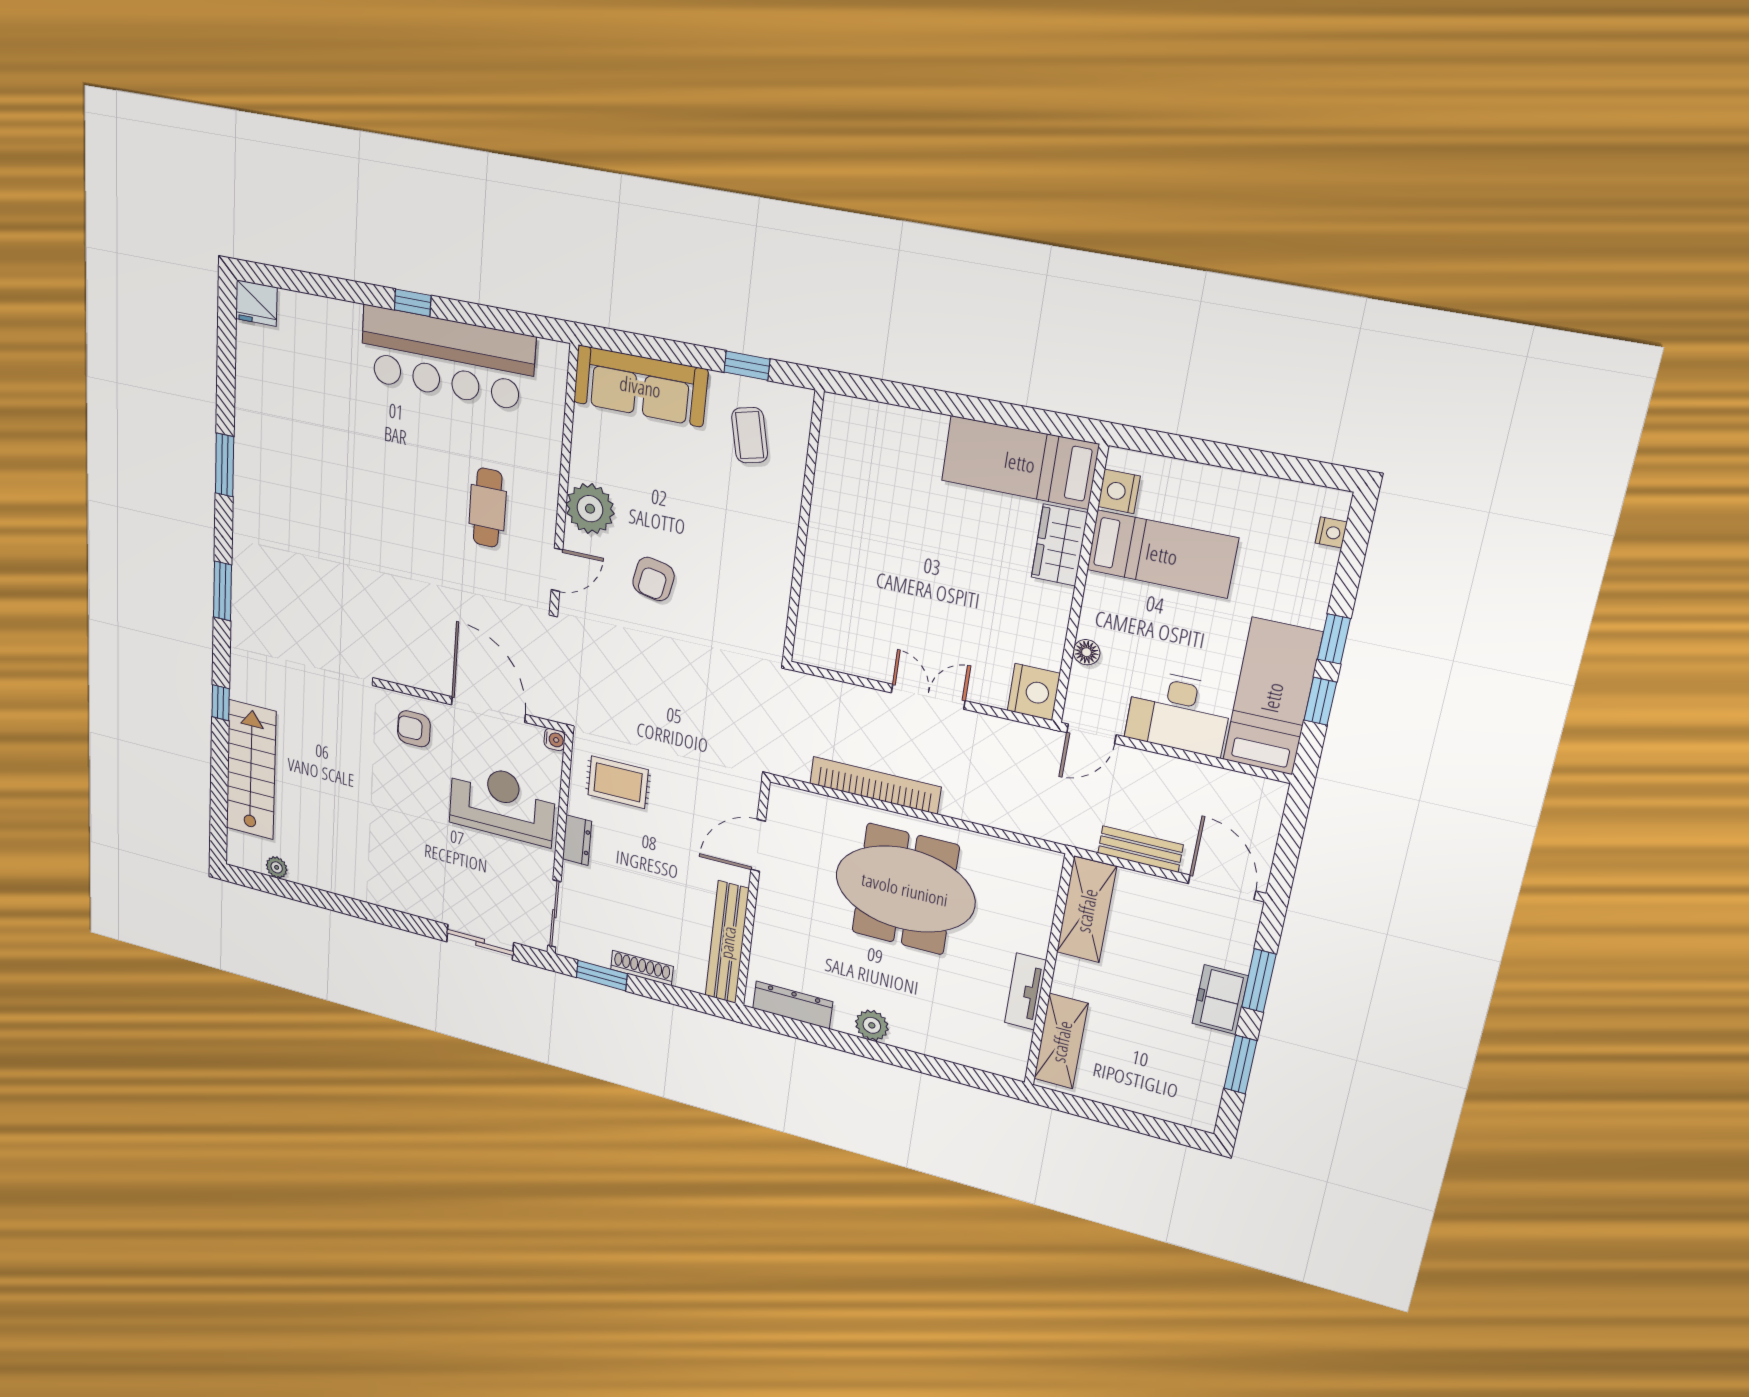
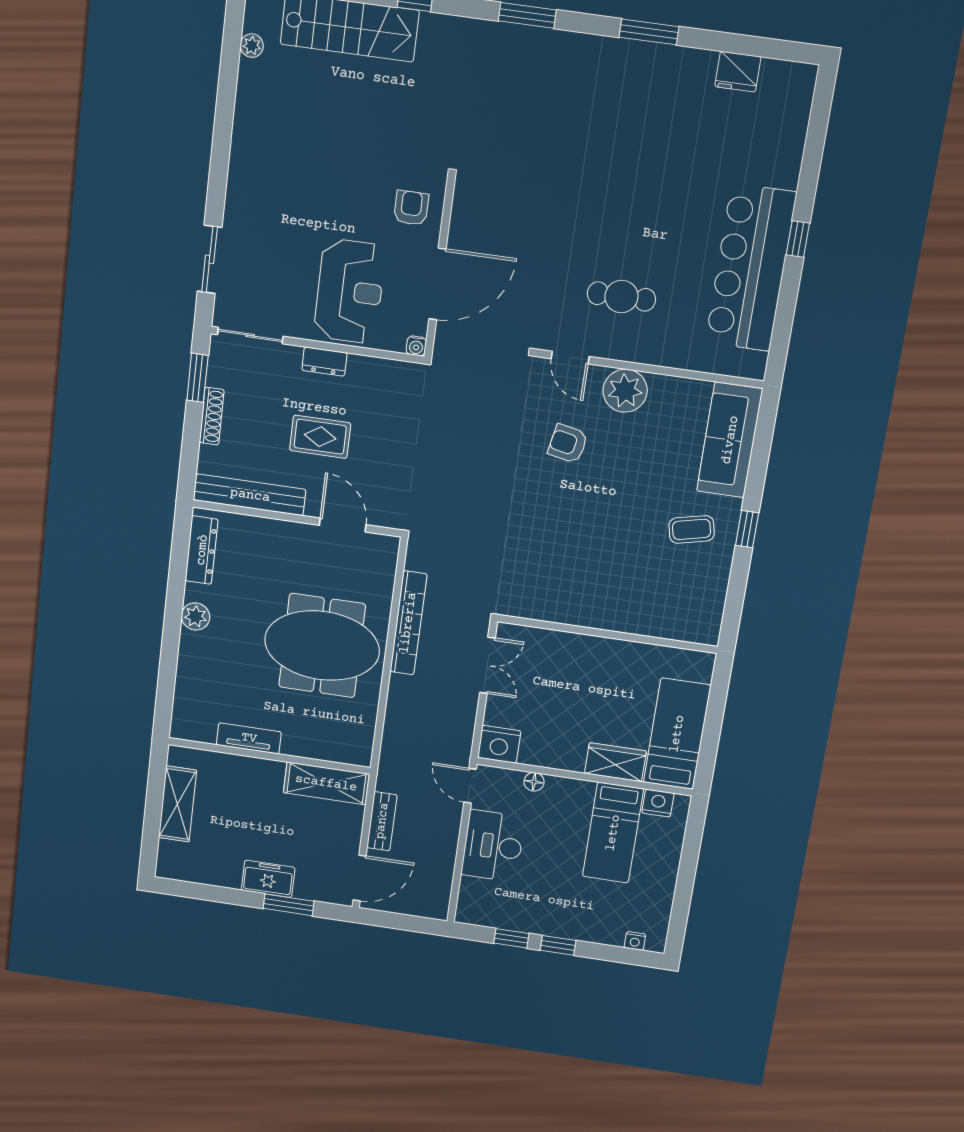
fridge: (256, 303) -> (738, 72), moved, turned -90
wall: (803, 529) -> (607, 634), moved
bed: (1272, 697) -> (512, 908), removed
rug: (618, 782) -> (320, 437), moved, turned 90
meeting table: (905, 889) -> (322, 646), turned 90
shelving: (1061, 1041) -> (177, 804), moved, turned 90
window: (1240, 1065) -> (217, 894), removed

